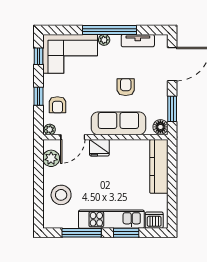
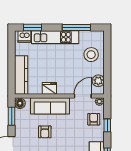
fridge: (99, 148) -> (49, 88), moved
window: (126, 233) -> (32, 27), moved

